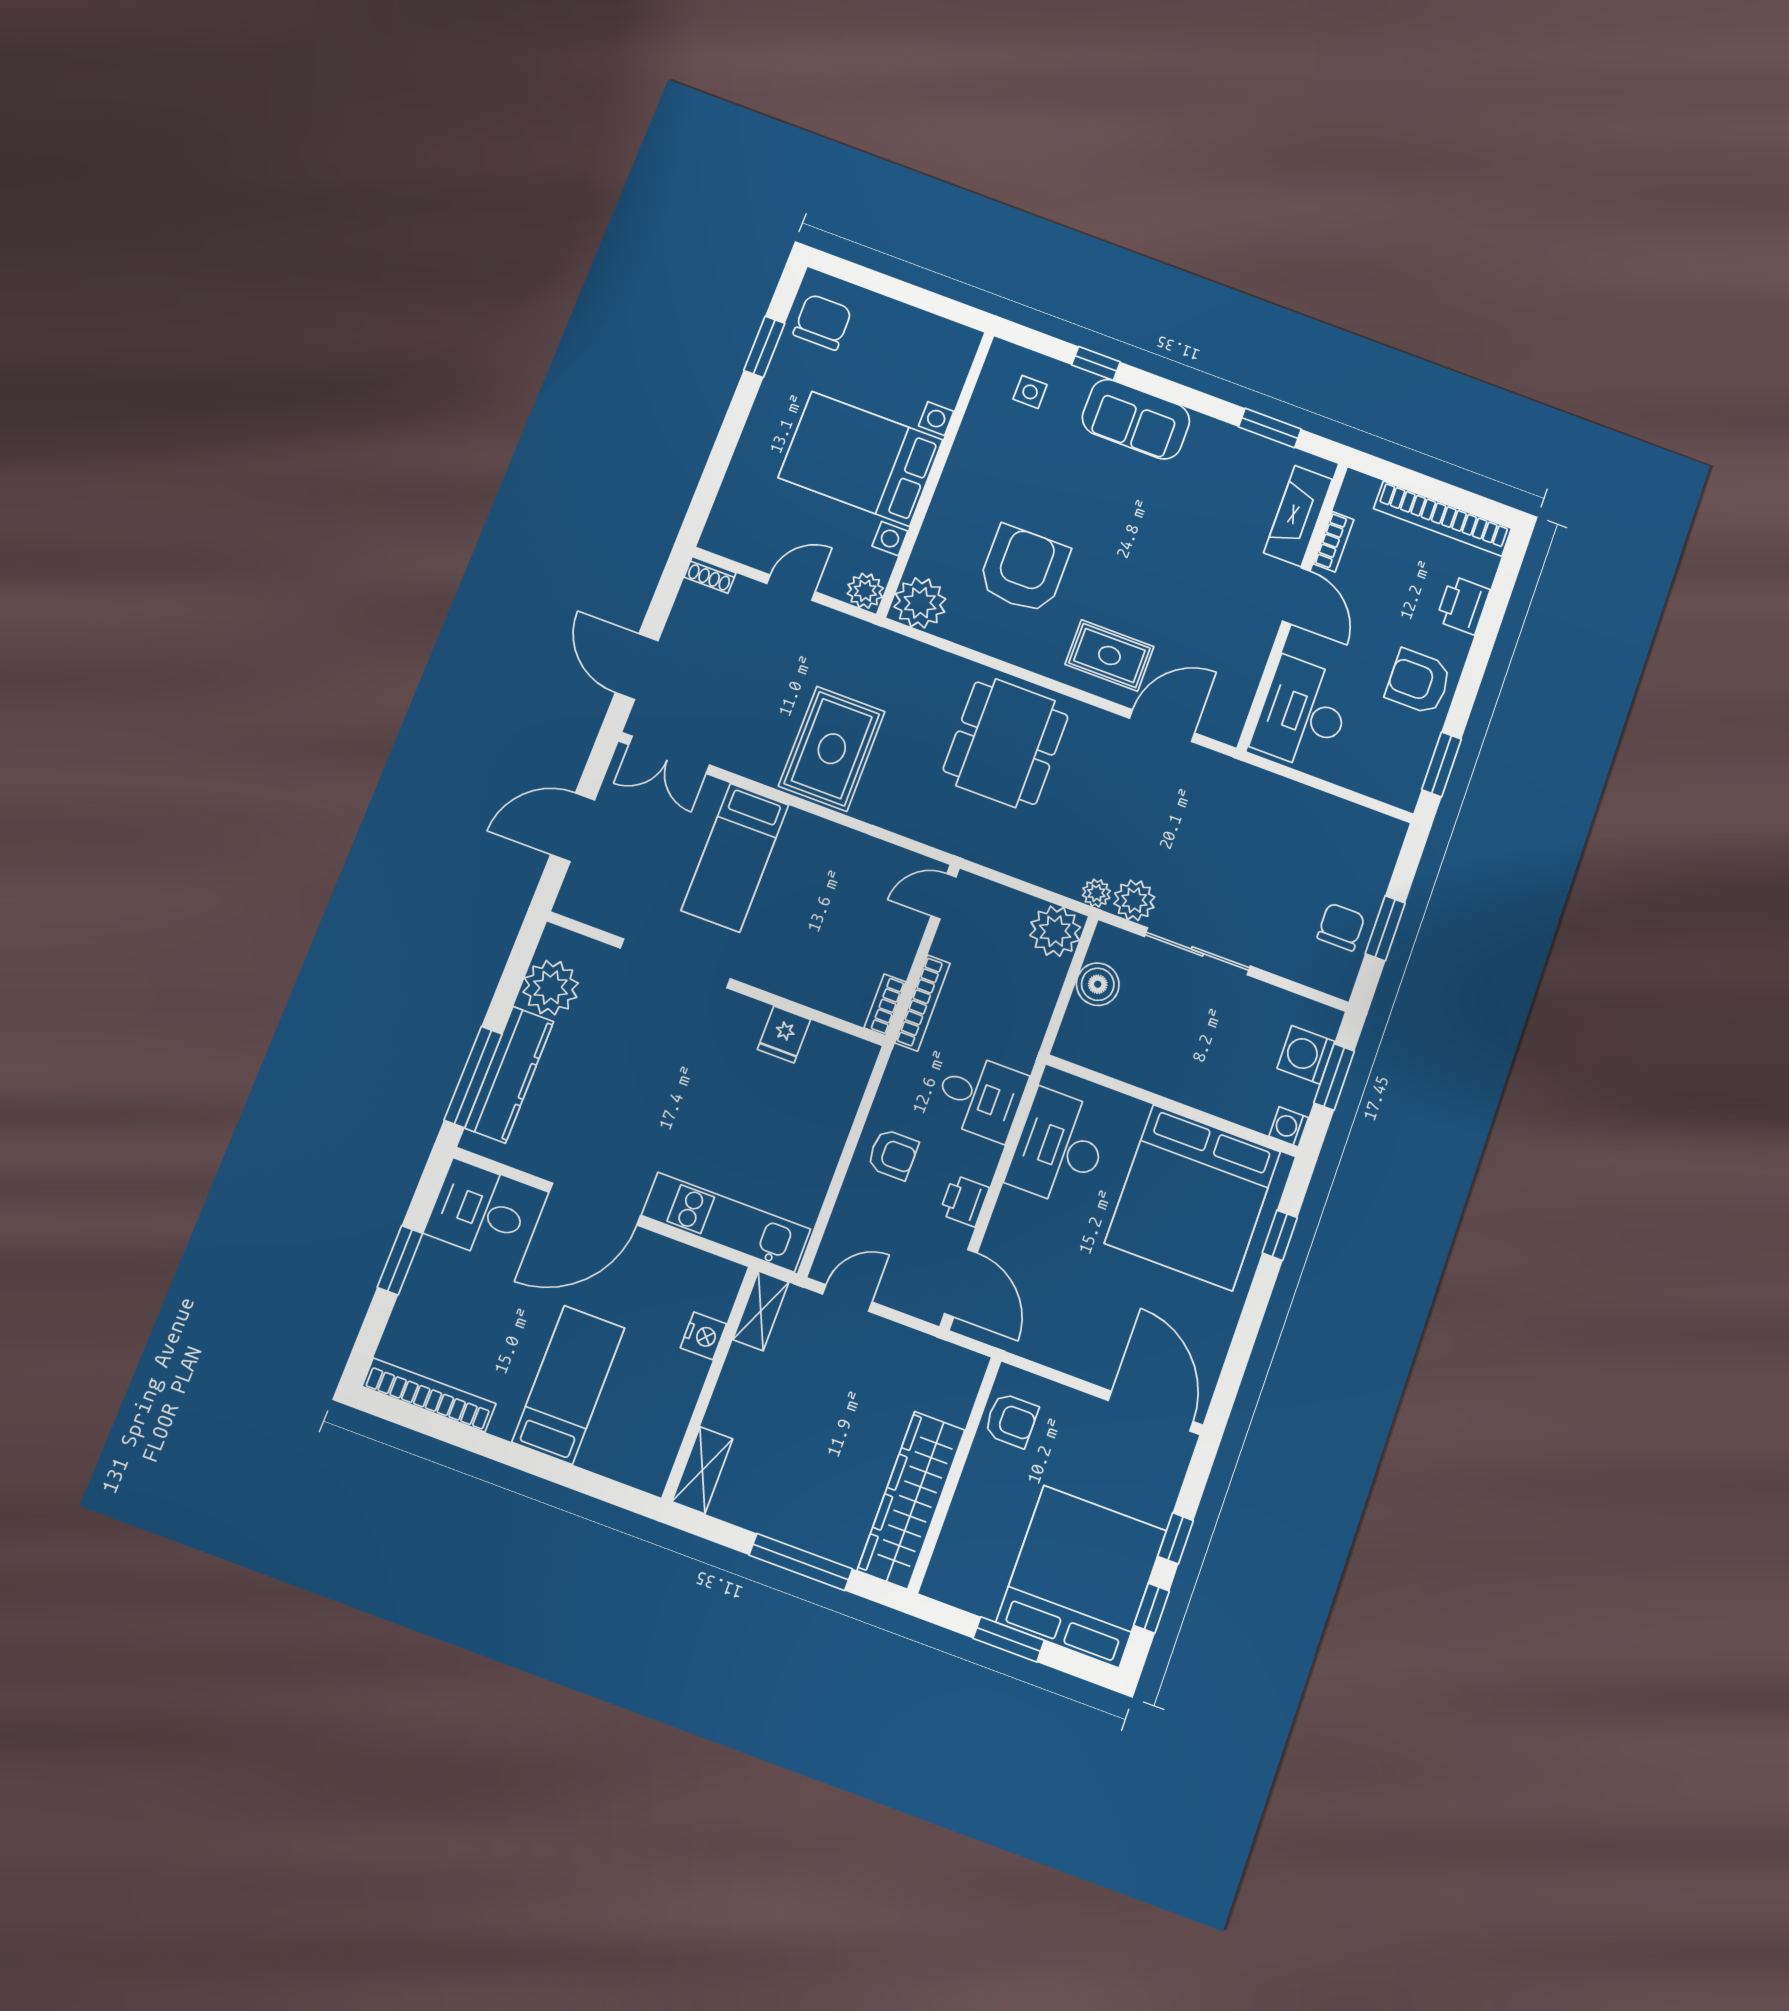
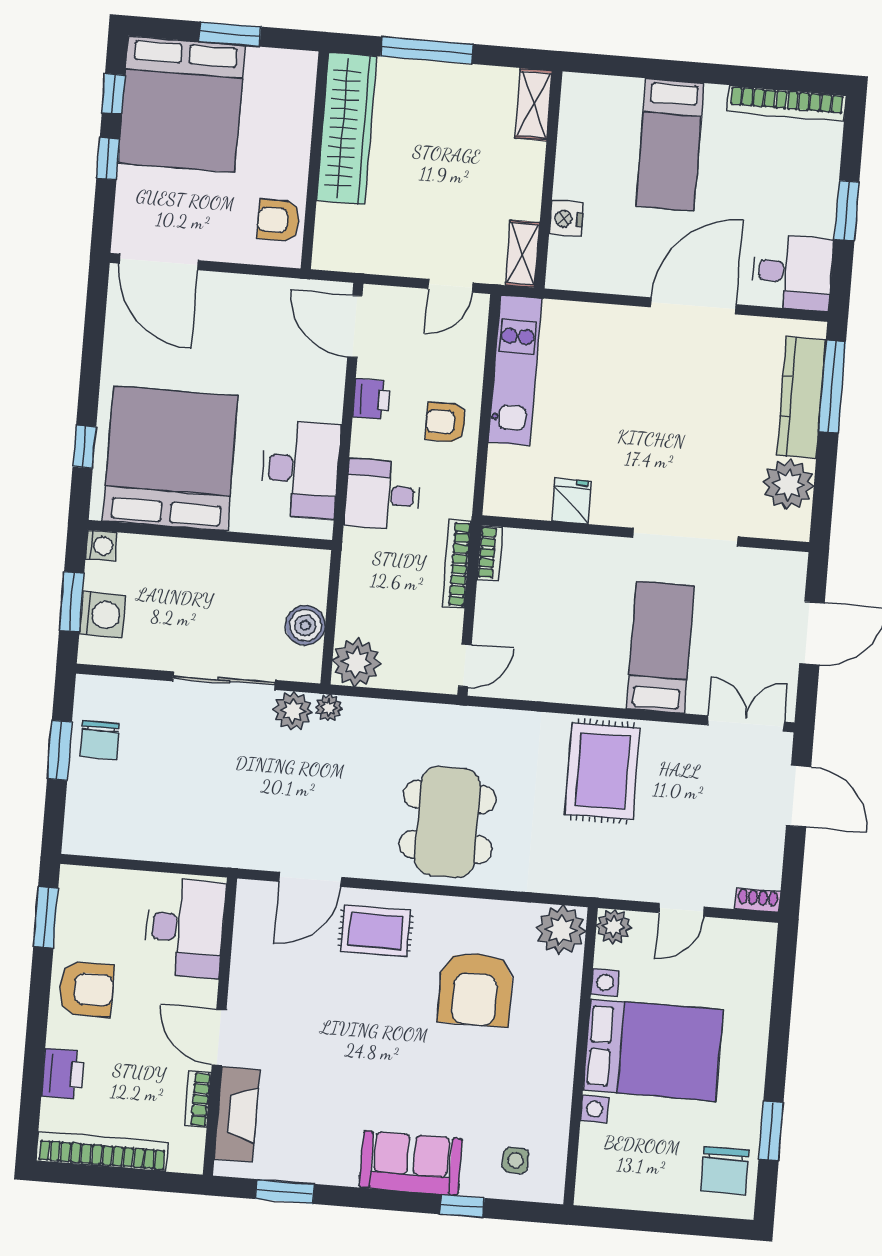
kitchen unit: (726, 1222) -> (515, 370), moved, turned -90

